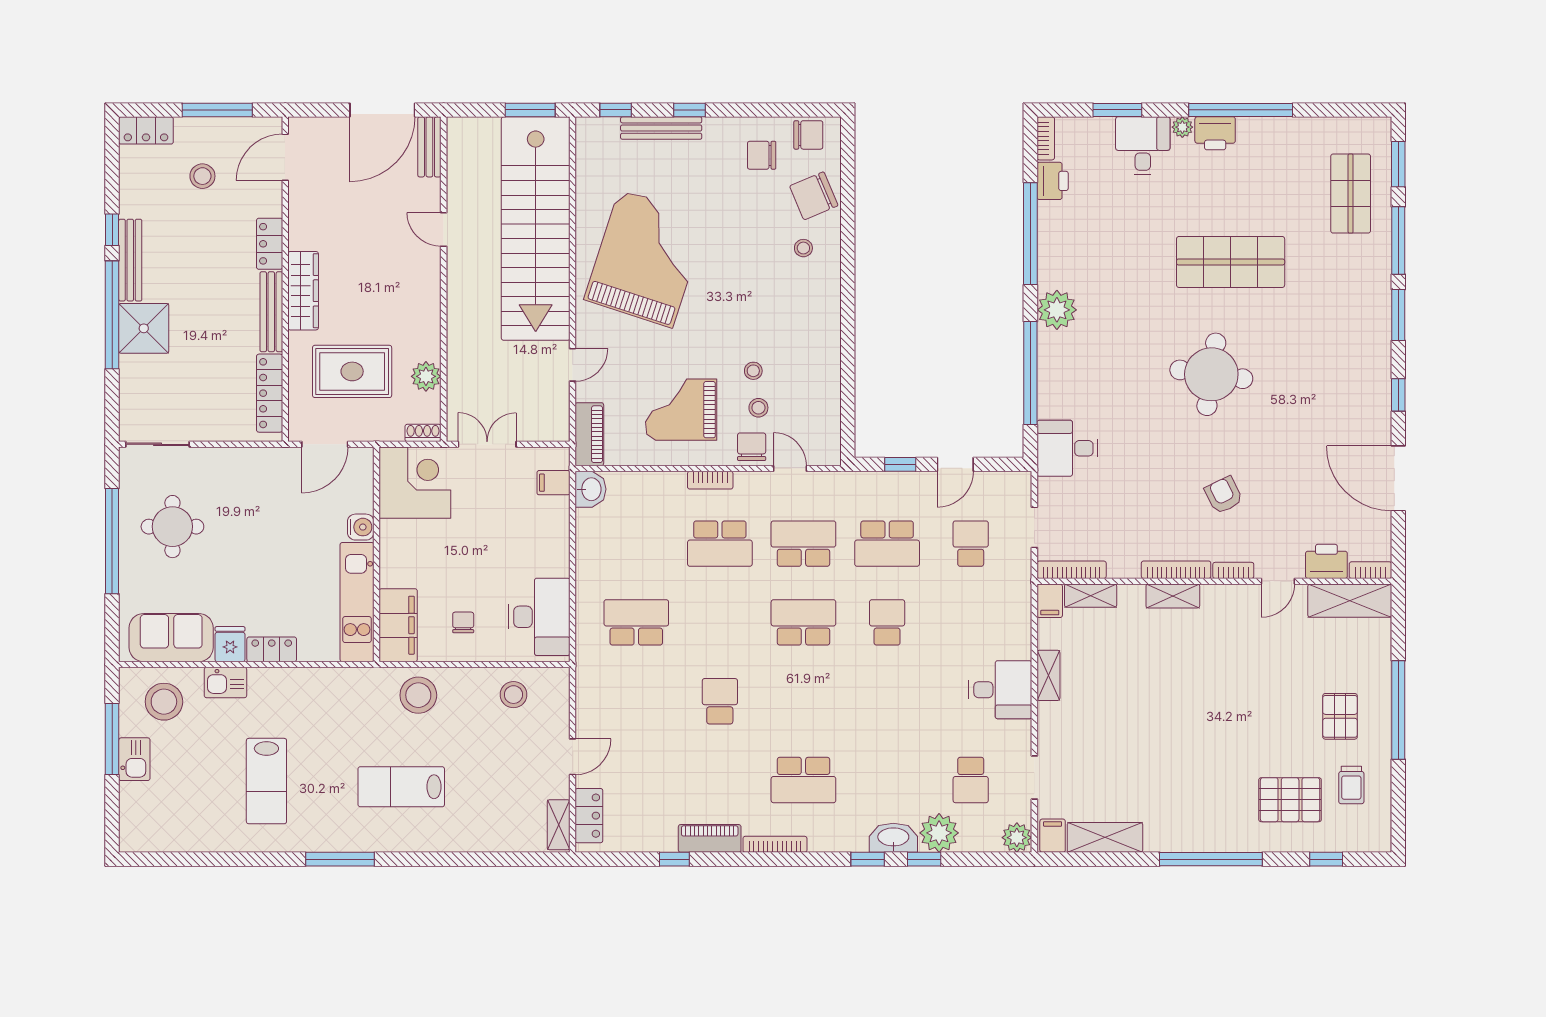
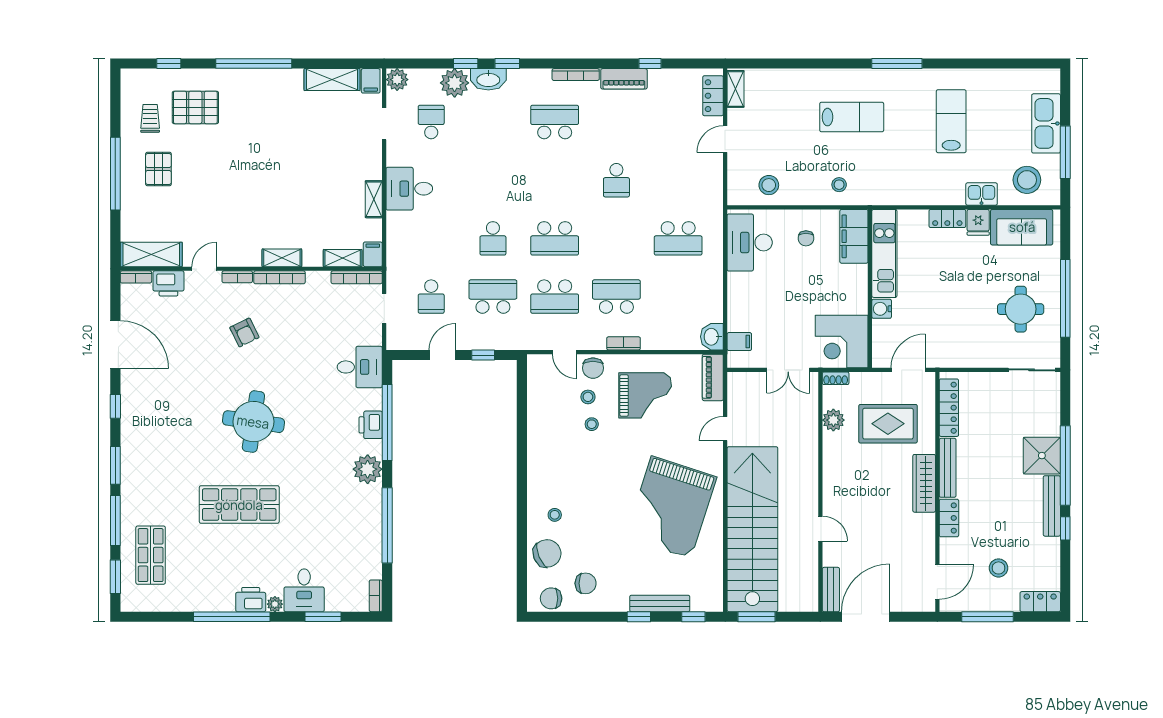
printer: (1053, 181) -> (371, 425), moved
stool: (418, 695) -> (839, 185), width x0.53, depth x0.53
kitchen sink: (134, 759) -> (1046, 123), width x1.87, depth x1.24

